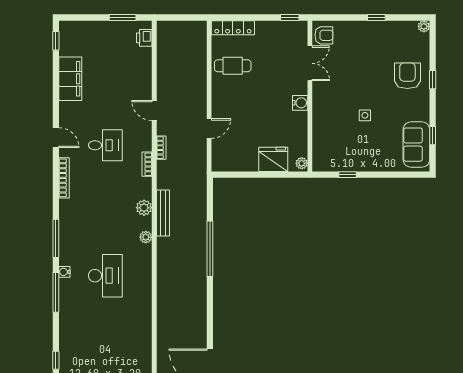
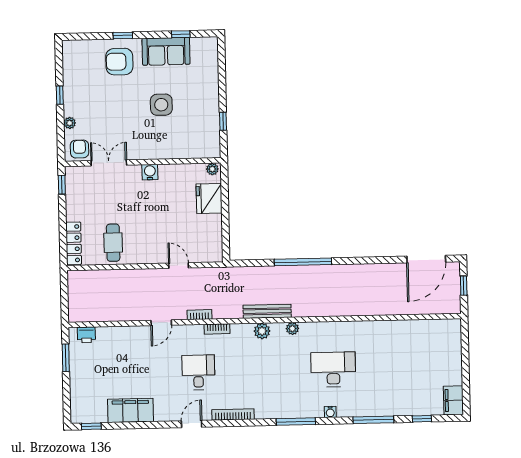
plant: (424, 26) -> (70, 123), moved
side table: (365, 115) -> (161, 105), width x1.87, depth x1.87
sofa: (416, 145) -> (166, 51), moved
window: (56, 292) -> (373, 420), moved

